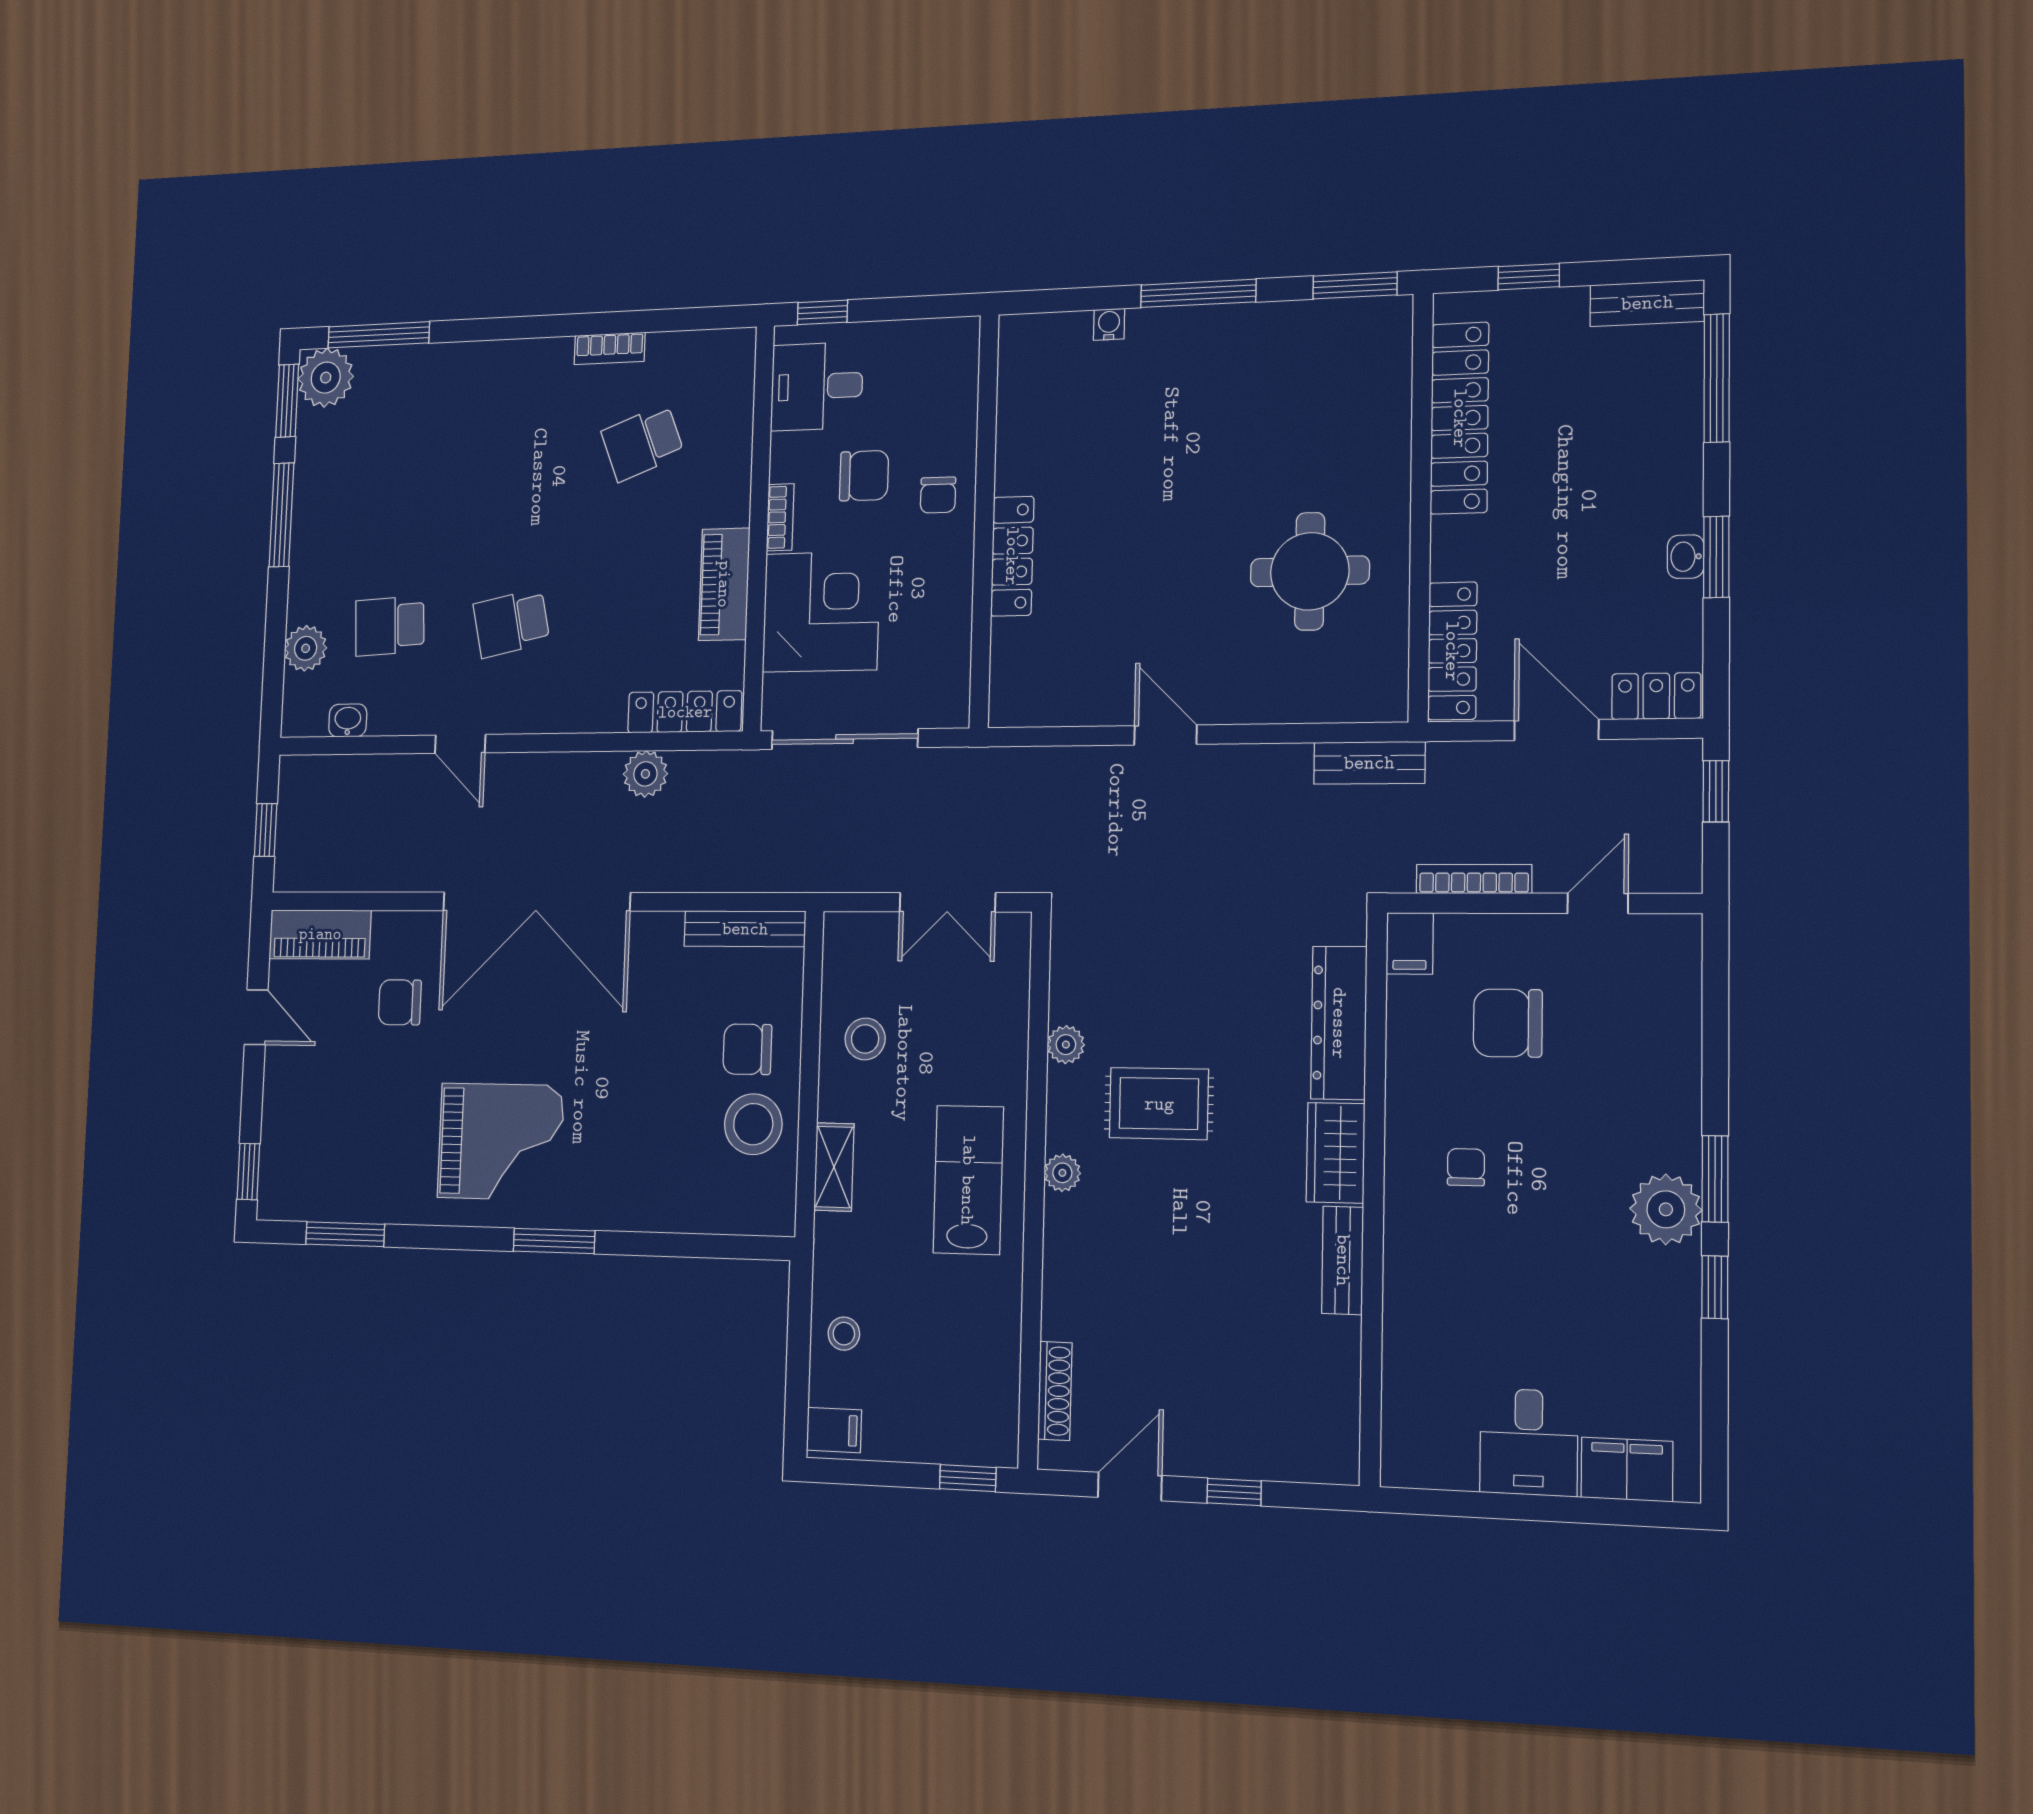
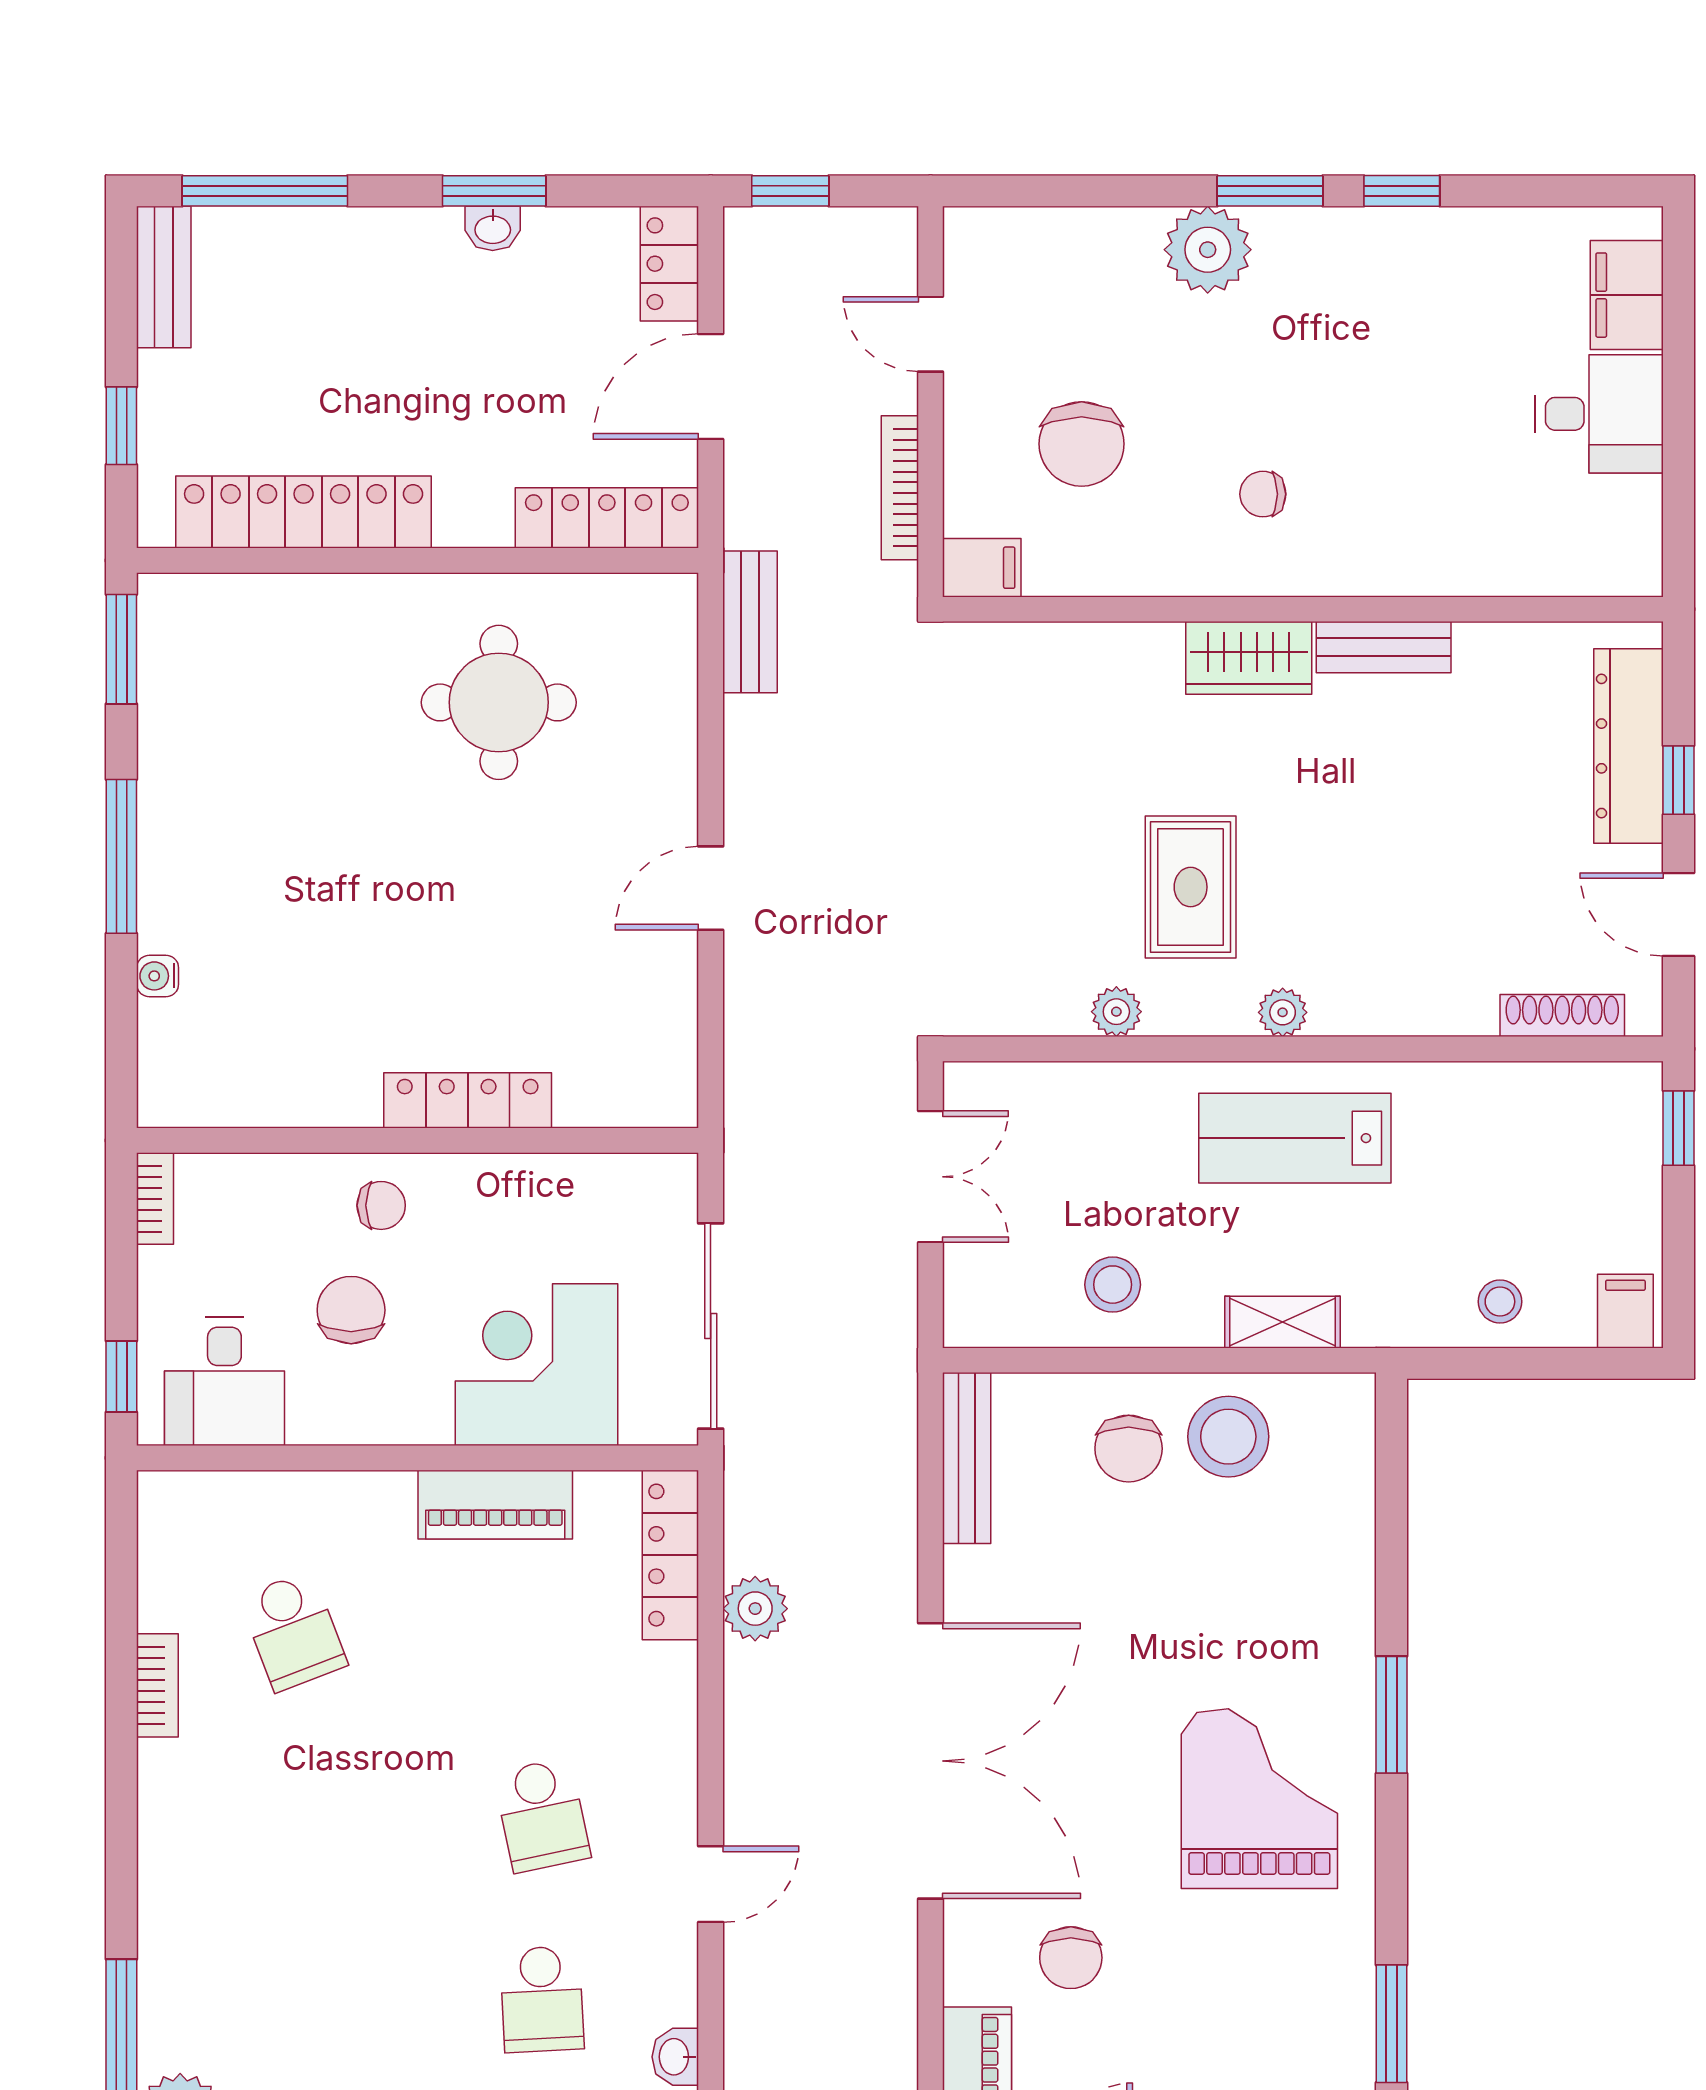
bookcase: (780, 517) -> (155, 1199), moved, turned 90
dresser: (1339, 1023) -> (1629, 746), moved, turned 90
plant: (1666, 1209) -> (1208, 250), moved

